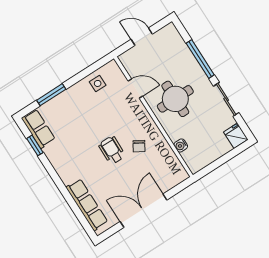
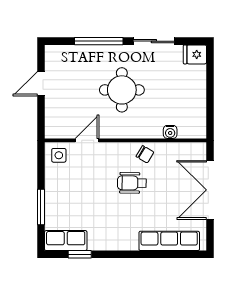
door: (135, 88) -> (87, 140), moved
wall: (153, 117) -> (125, 140), moved
water cooler: (181, 145) -> (170, 132), moved

